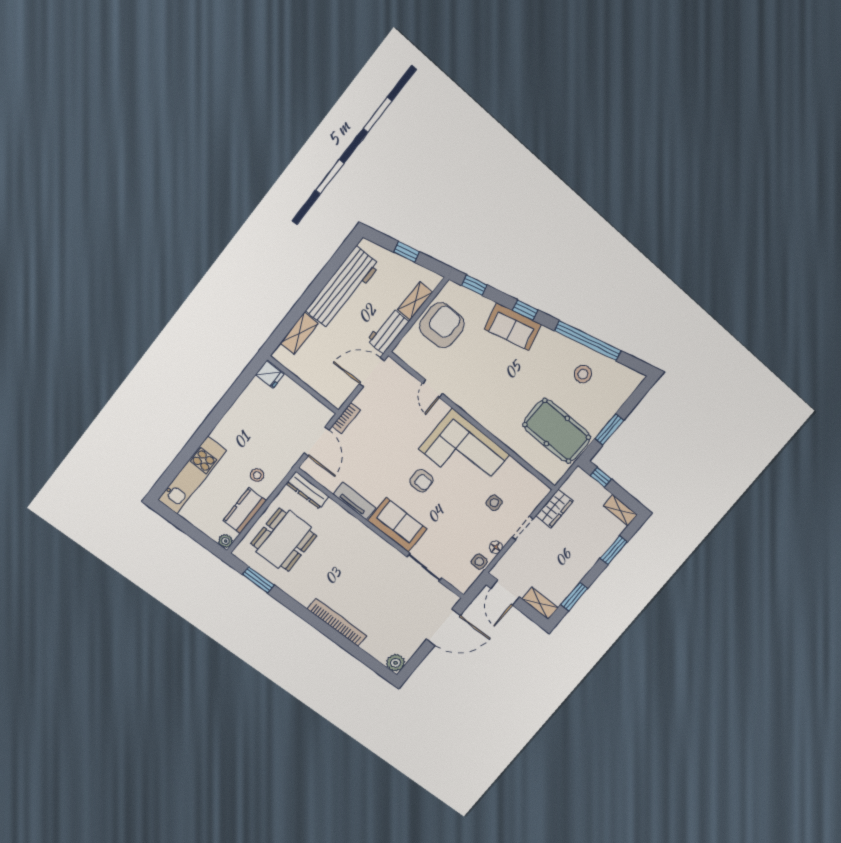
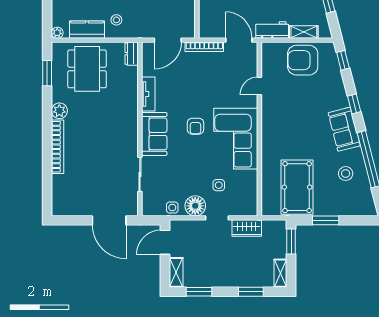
armchair: (442, 325) -> (303, 60), turned 180
sofa: (513, 327) -> (344, 129), moved
bookcase: (346, 418) -> (204, 47), width x1.56
window: (601, 477) -> (291, 241), width x1.50
dresser: (307, 490) -> (132, 54), width x0.70
dining table: (284, 540) -> (87, 69), turned 90
floor lamp: (496, 547) -> (195, 206), width x1.89, depth x1.89
plant: (396, 663) -> (59, 111), moved

